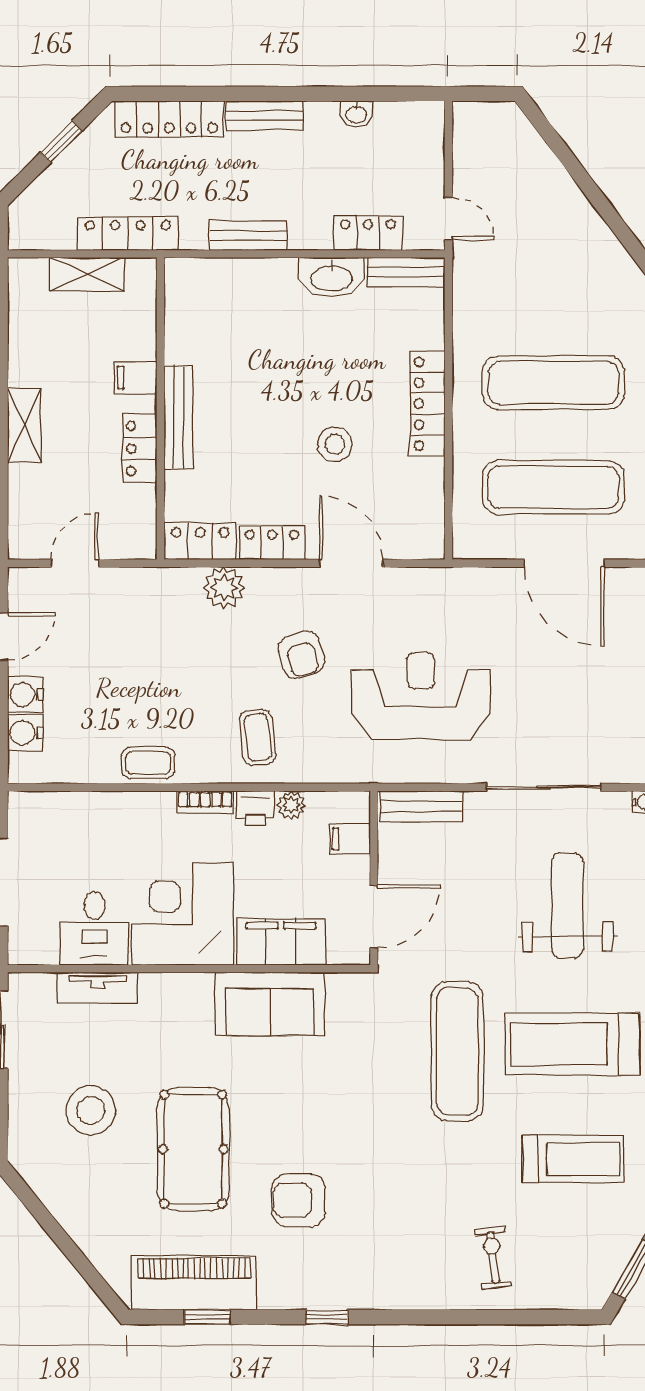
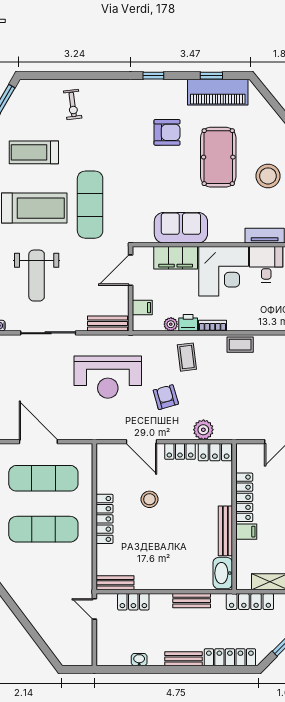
washbasin: (332, 277) -> (223, 573), moved, turned -90
bench: (178, 417) -> (225, 531), moved
locker: (140, 448) -> (244, 497), width x1.53

